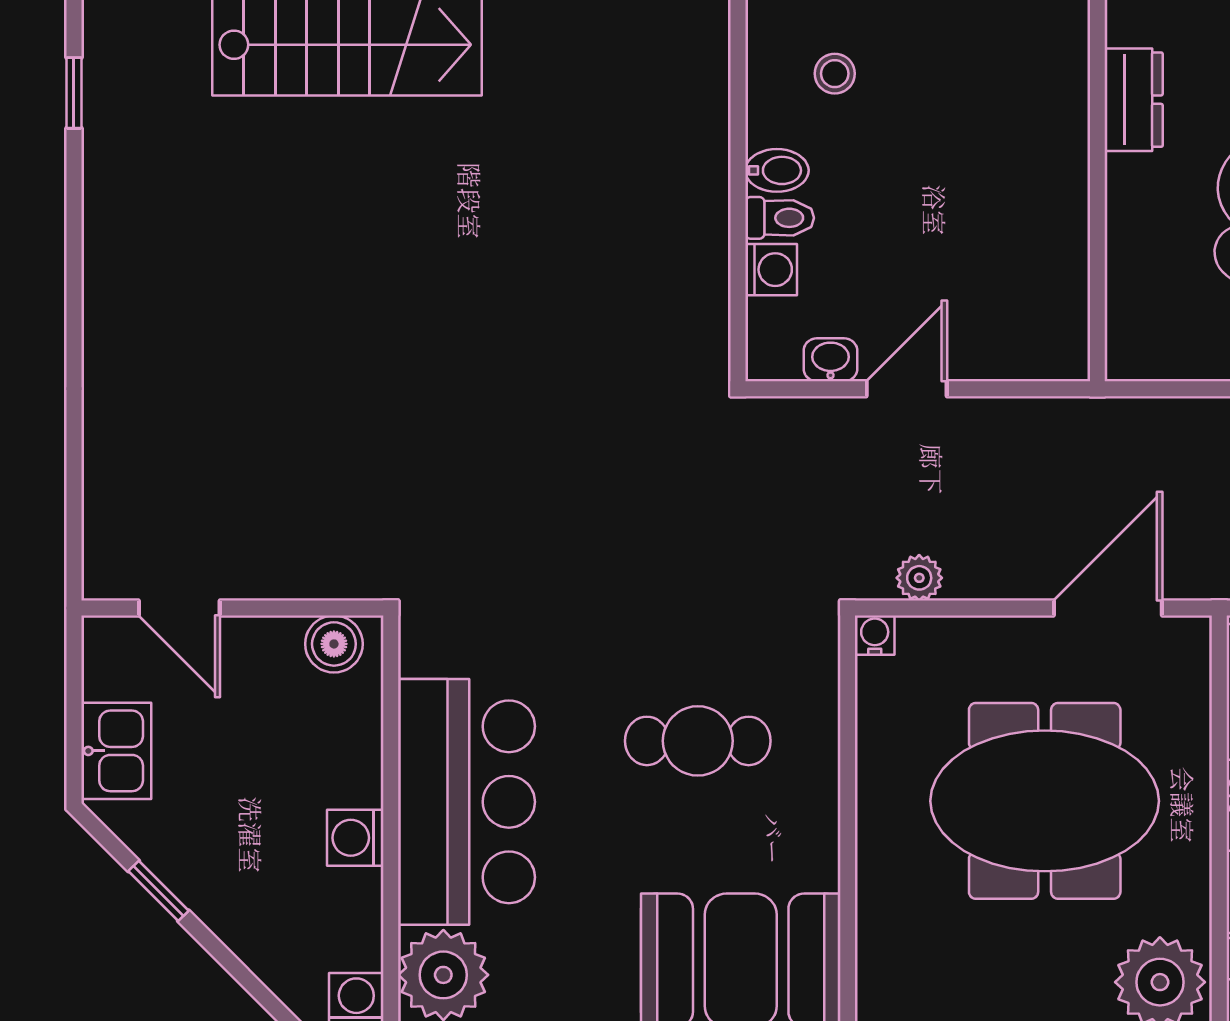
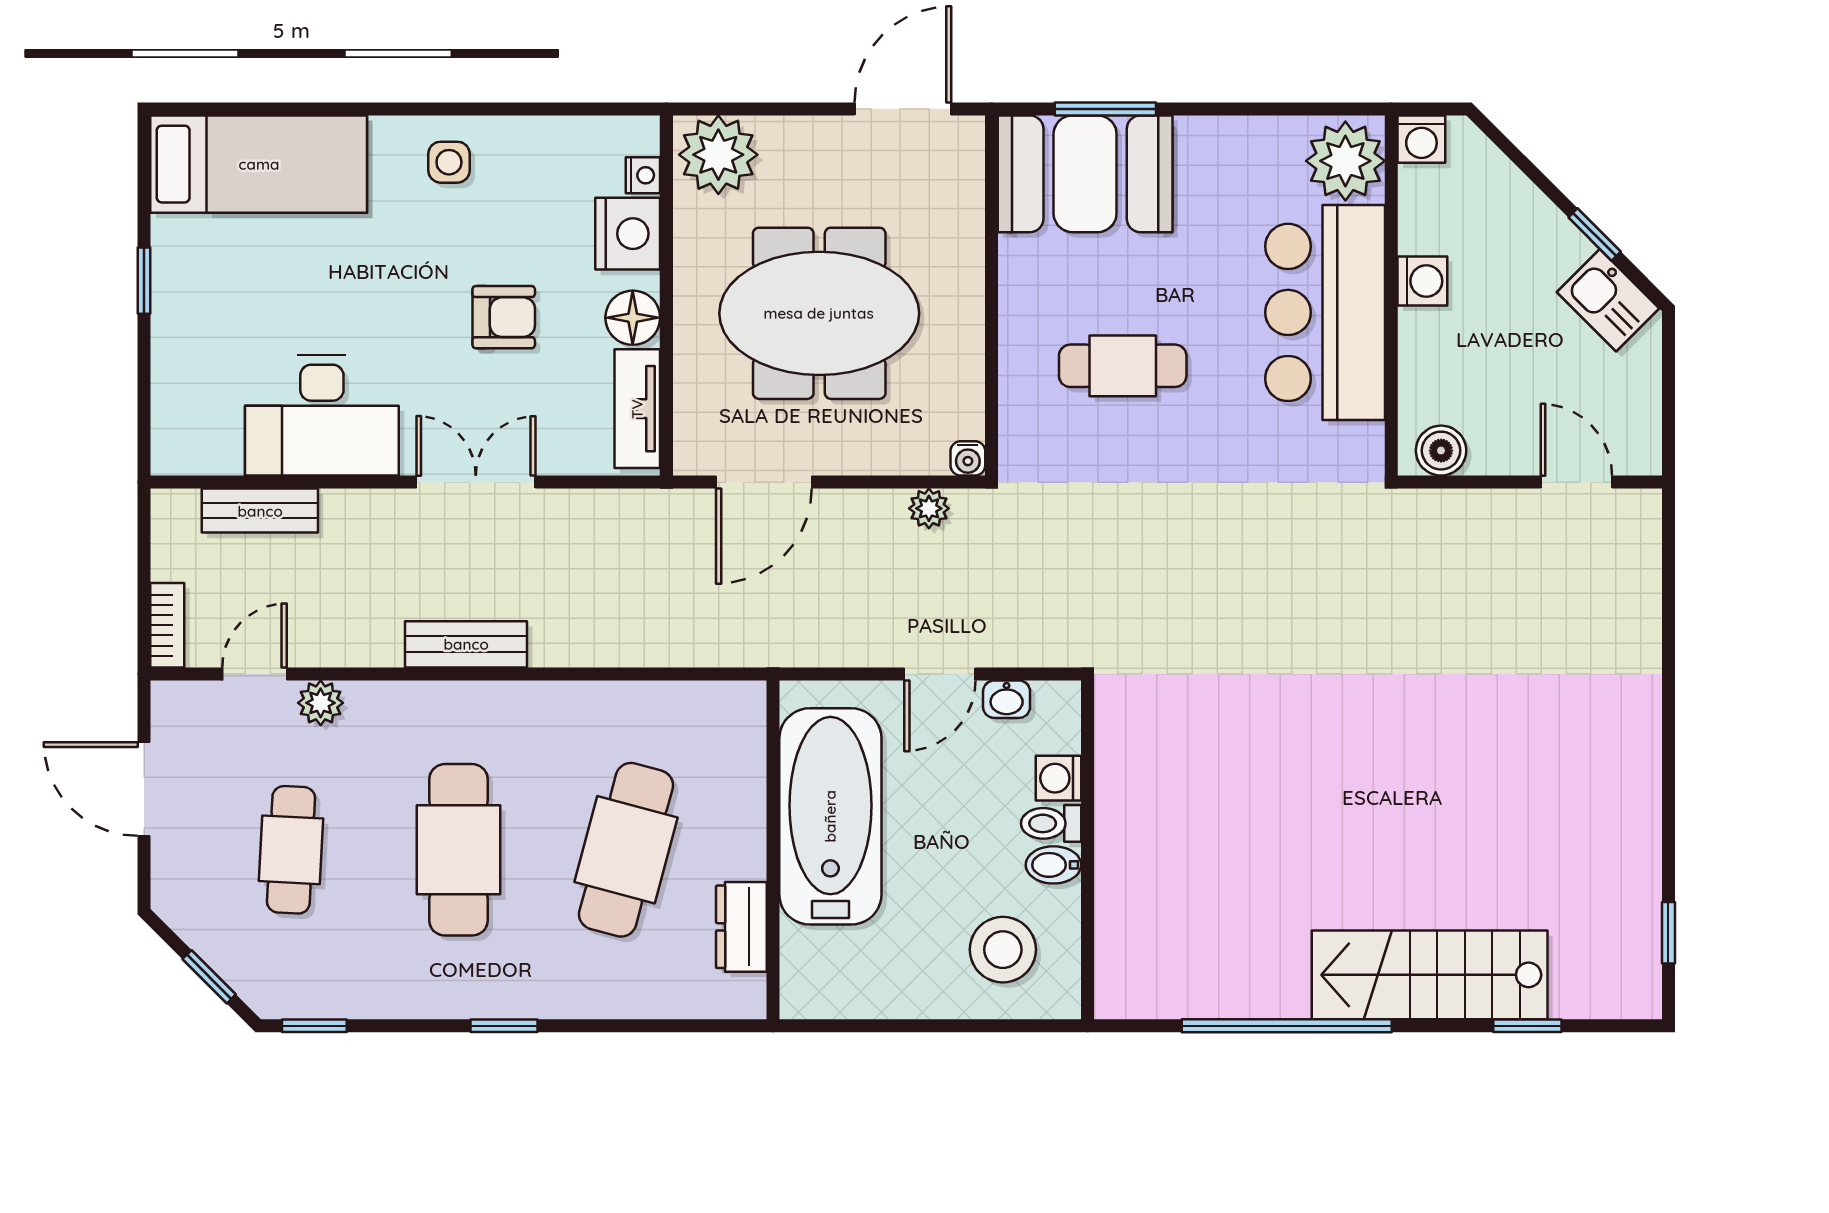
stool: (835, 74) -> (1003, 950), width x1.89, depth x1.89
bathtub: (1032, 226) -> (830, 816), added
kitchen sink: (116, 751) -> (1608, 300), moved, turned -45

